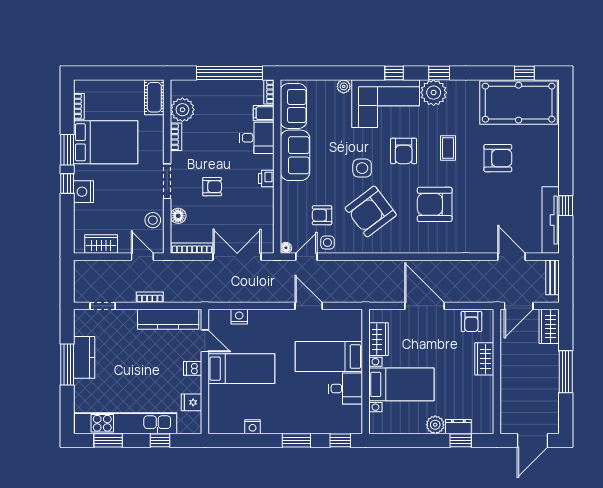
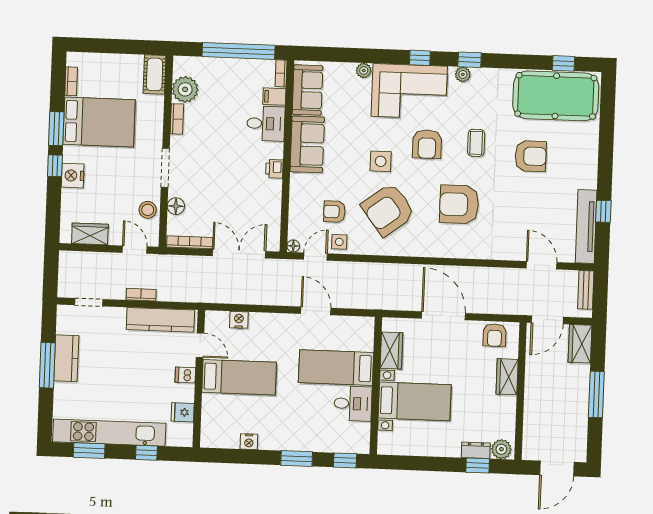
plant: (434, 93) -> (463, 74), width x0.53, depth x0.53
armchair: (212, 187) -> (214, 175), removed
plant: (435, 425) -> (501, 449), moved

